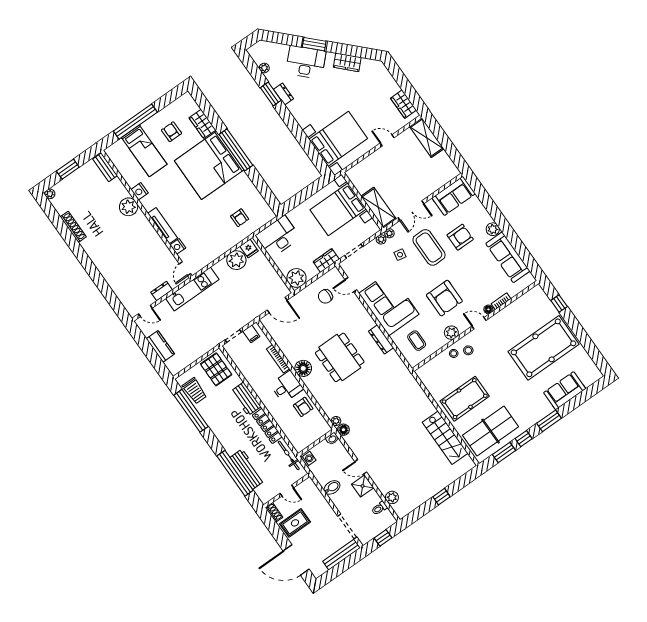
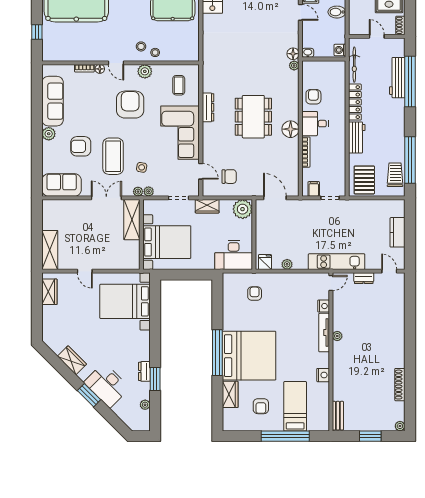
plant: (129, 207) -> (337, 336), moved, width x0.53, depth x0.53
plant: (236, 260) -> (287, 264), width x0.53, depth x0.53

